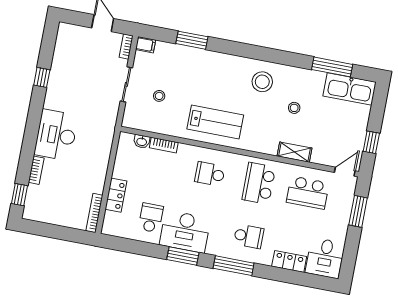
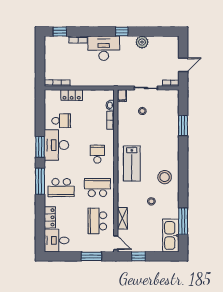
filing cabinet: (146, 45) -> (122, 96), moved
window: (42, 77) -> (122, 32), moved
plant: (58, 77) -> (142, 42), added
lab bench: (215, 122) -> (132, 164), moved
shelving: (294, 152) -> (122, 218), moved
school desk: (249, 236) -> (61, 188), width x1.85

